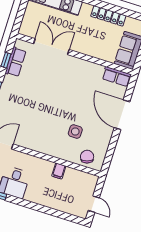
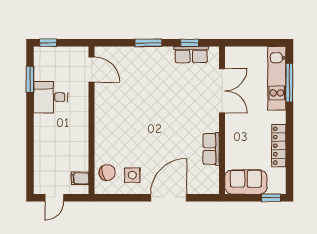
row of seats: (117, 77) -> (211, 149), moved
side table: (75, 132) -> (132, 175), moved
filing cabinet: (59, 171) -> (80, 178), moved

